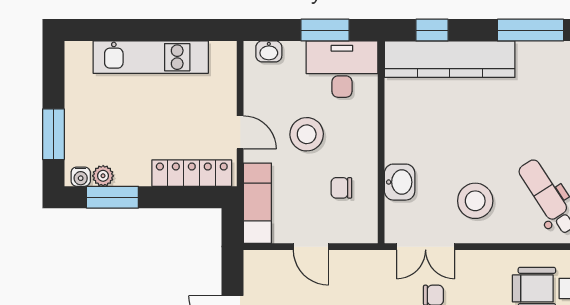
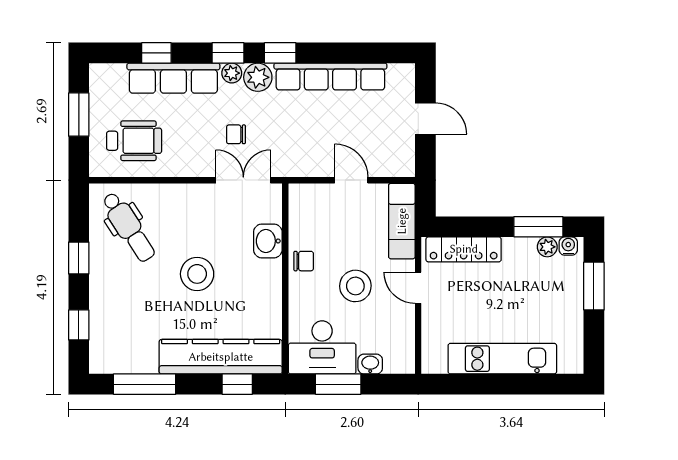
washbasin: (269, 51) -> (370, 364), moved
chair: (341, 188) -> (304, 261), moved
stool: (475, 201) -> (197, 274), moved

